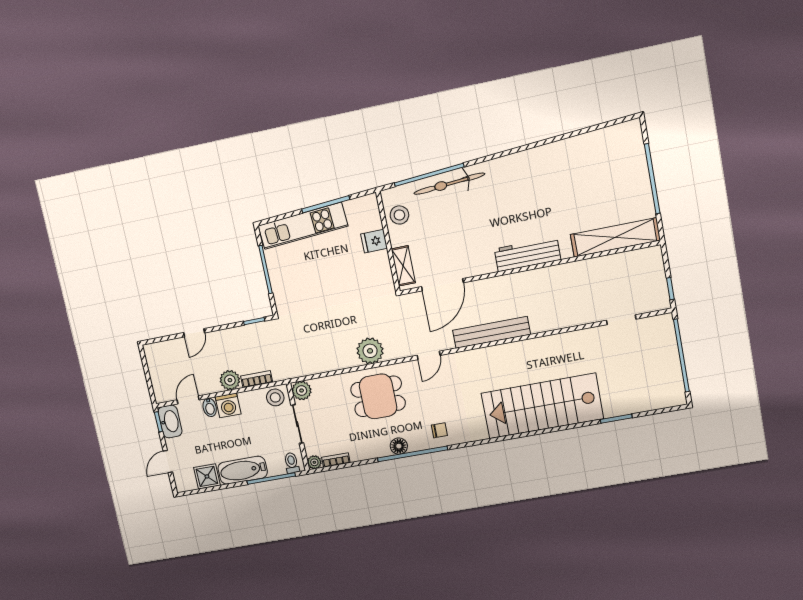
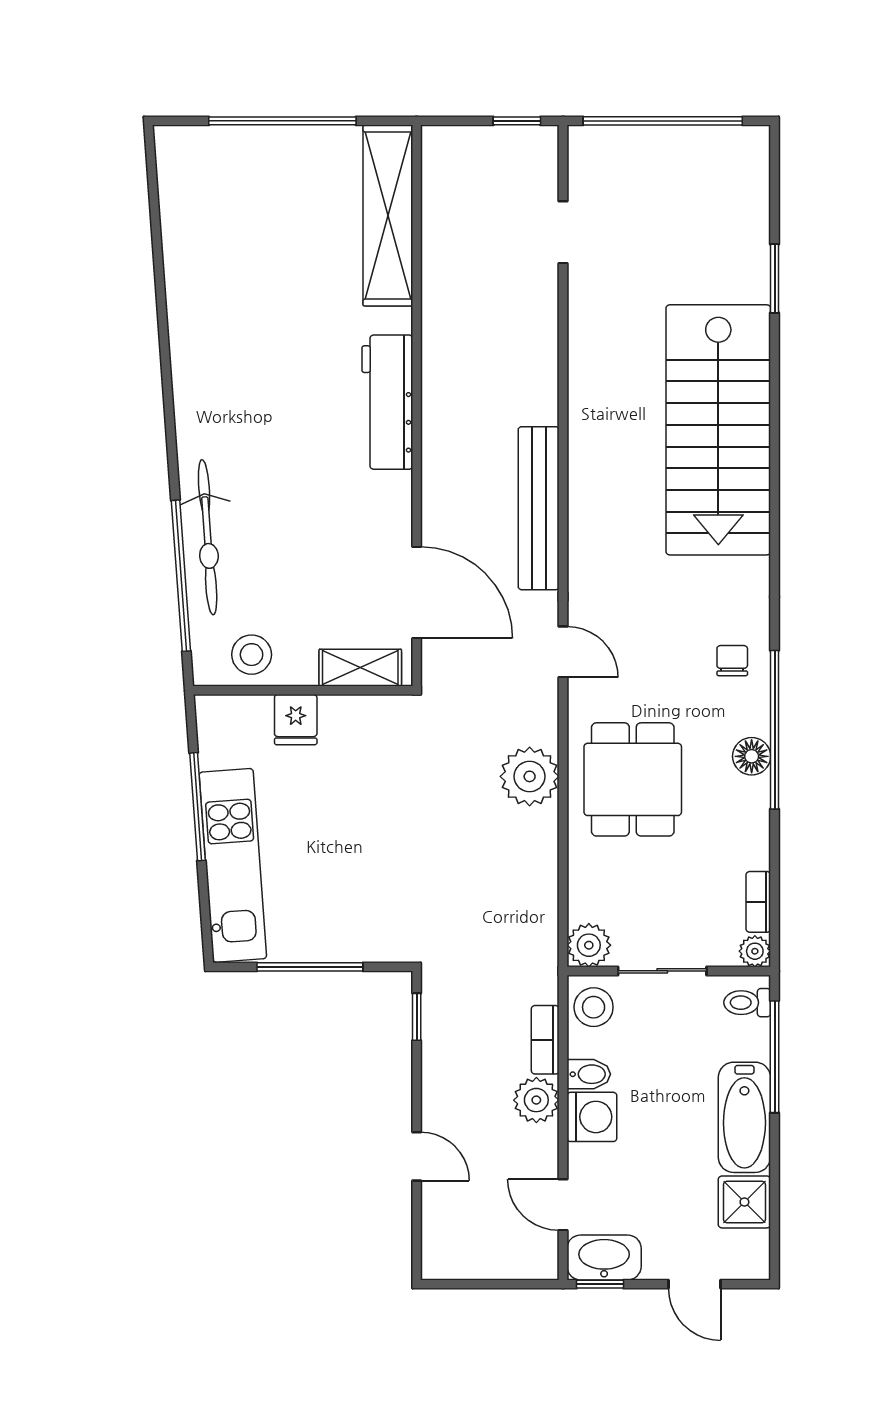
bidet: (210, 407) -> (589, 1074), moved

